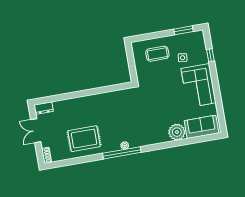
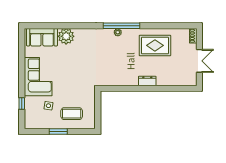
window: (184, 30) -> (58, 131), moved
dresser: (44, 108) -> (147, 81), moved

